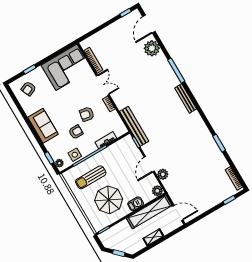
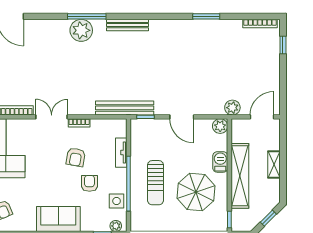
plant: (152, 48) -> (81, 30), moved
plant: (163, 174) -> (232, 108), moved
sun lounger: (91, 177) -> (155, 183), moved
shelving: (149, 212) -> (240, 176), moved

